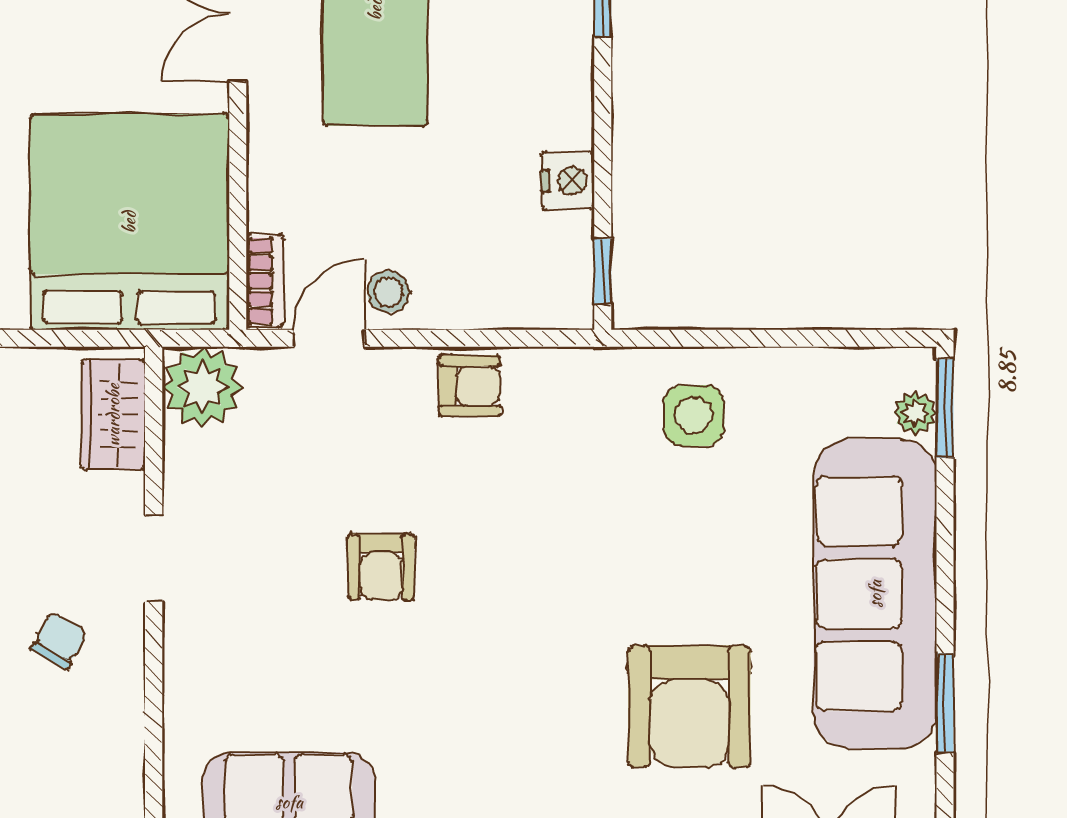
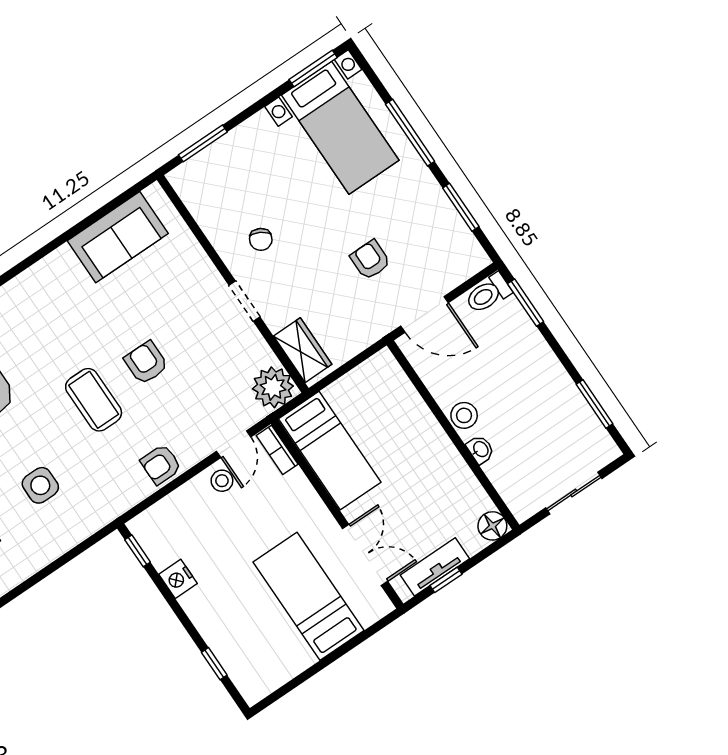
bed: (129, 222) -> (330, 451), width x0.49
side table: (694, 416) -> (40, 485), moved
coffee table: (507, 565) -> (94, 400), added

